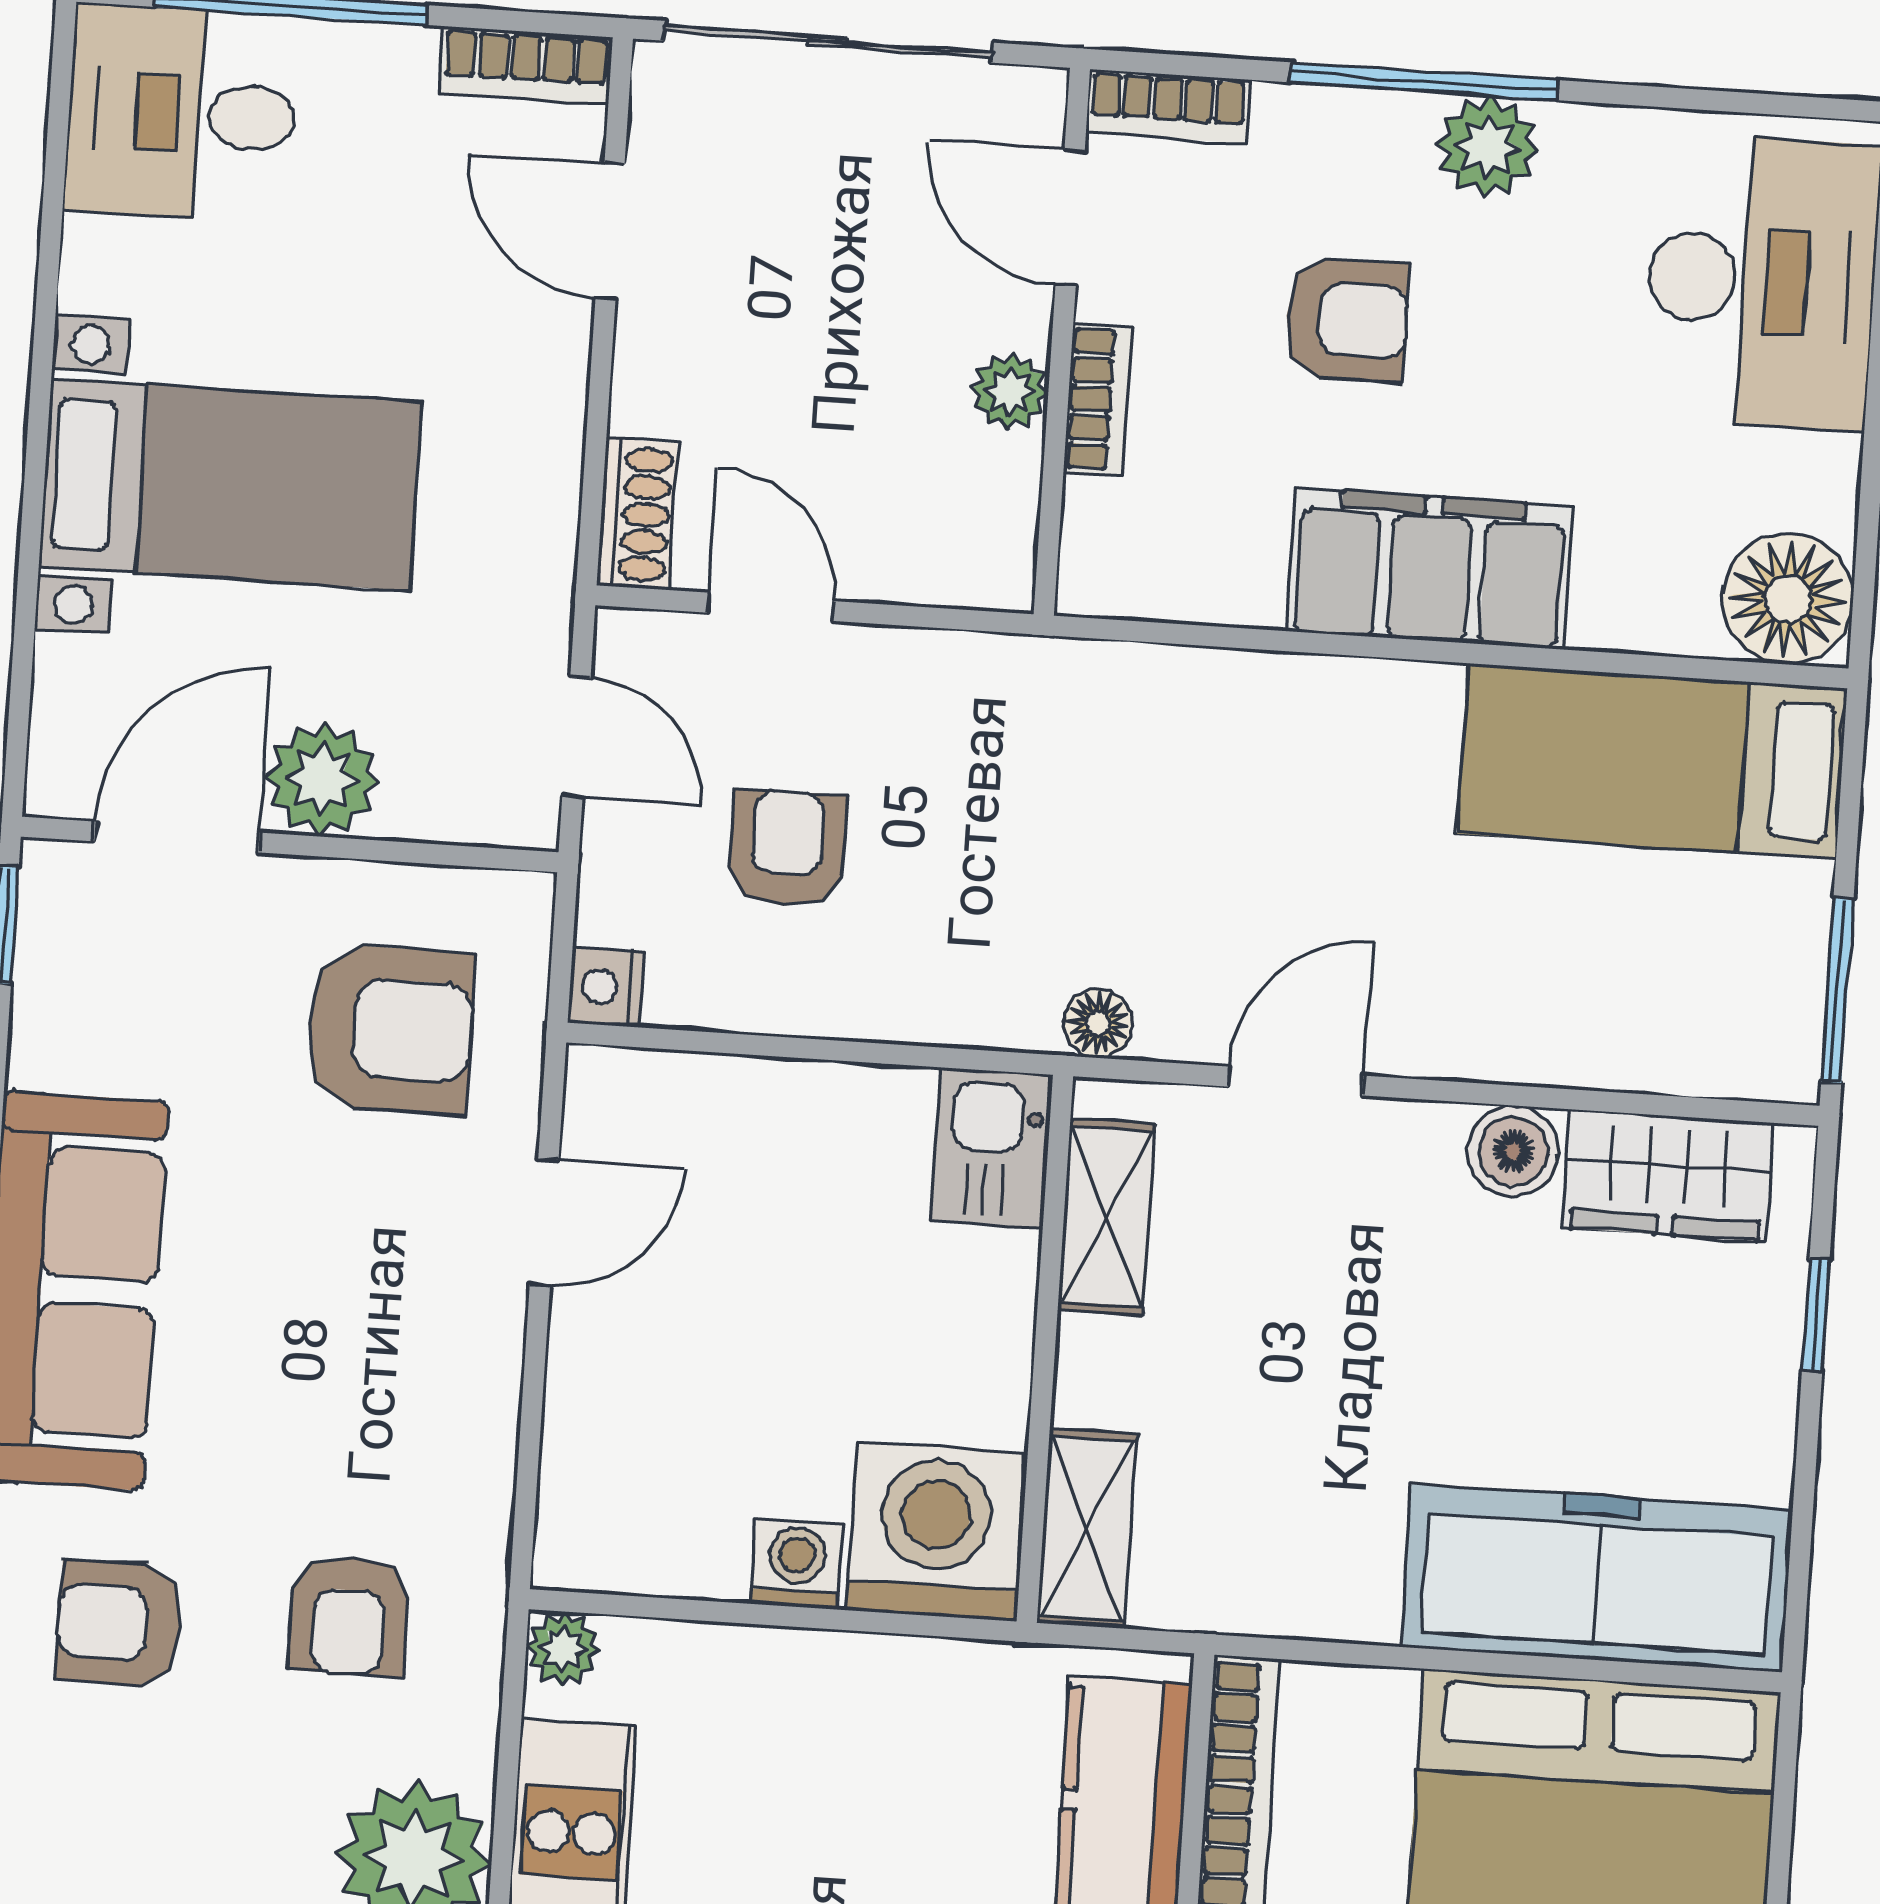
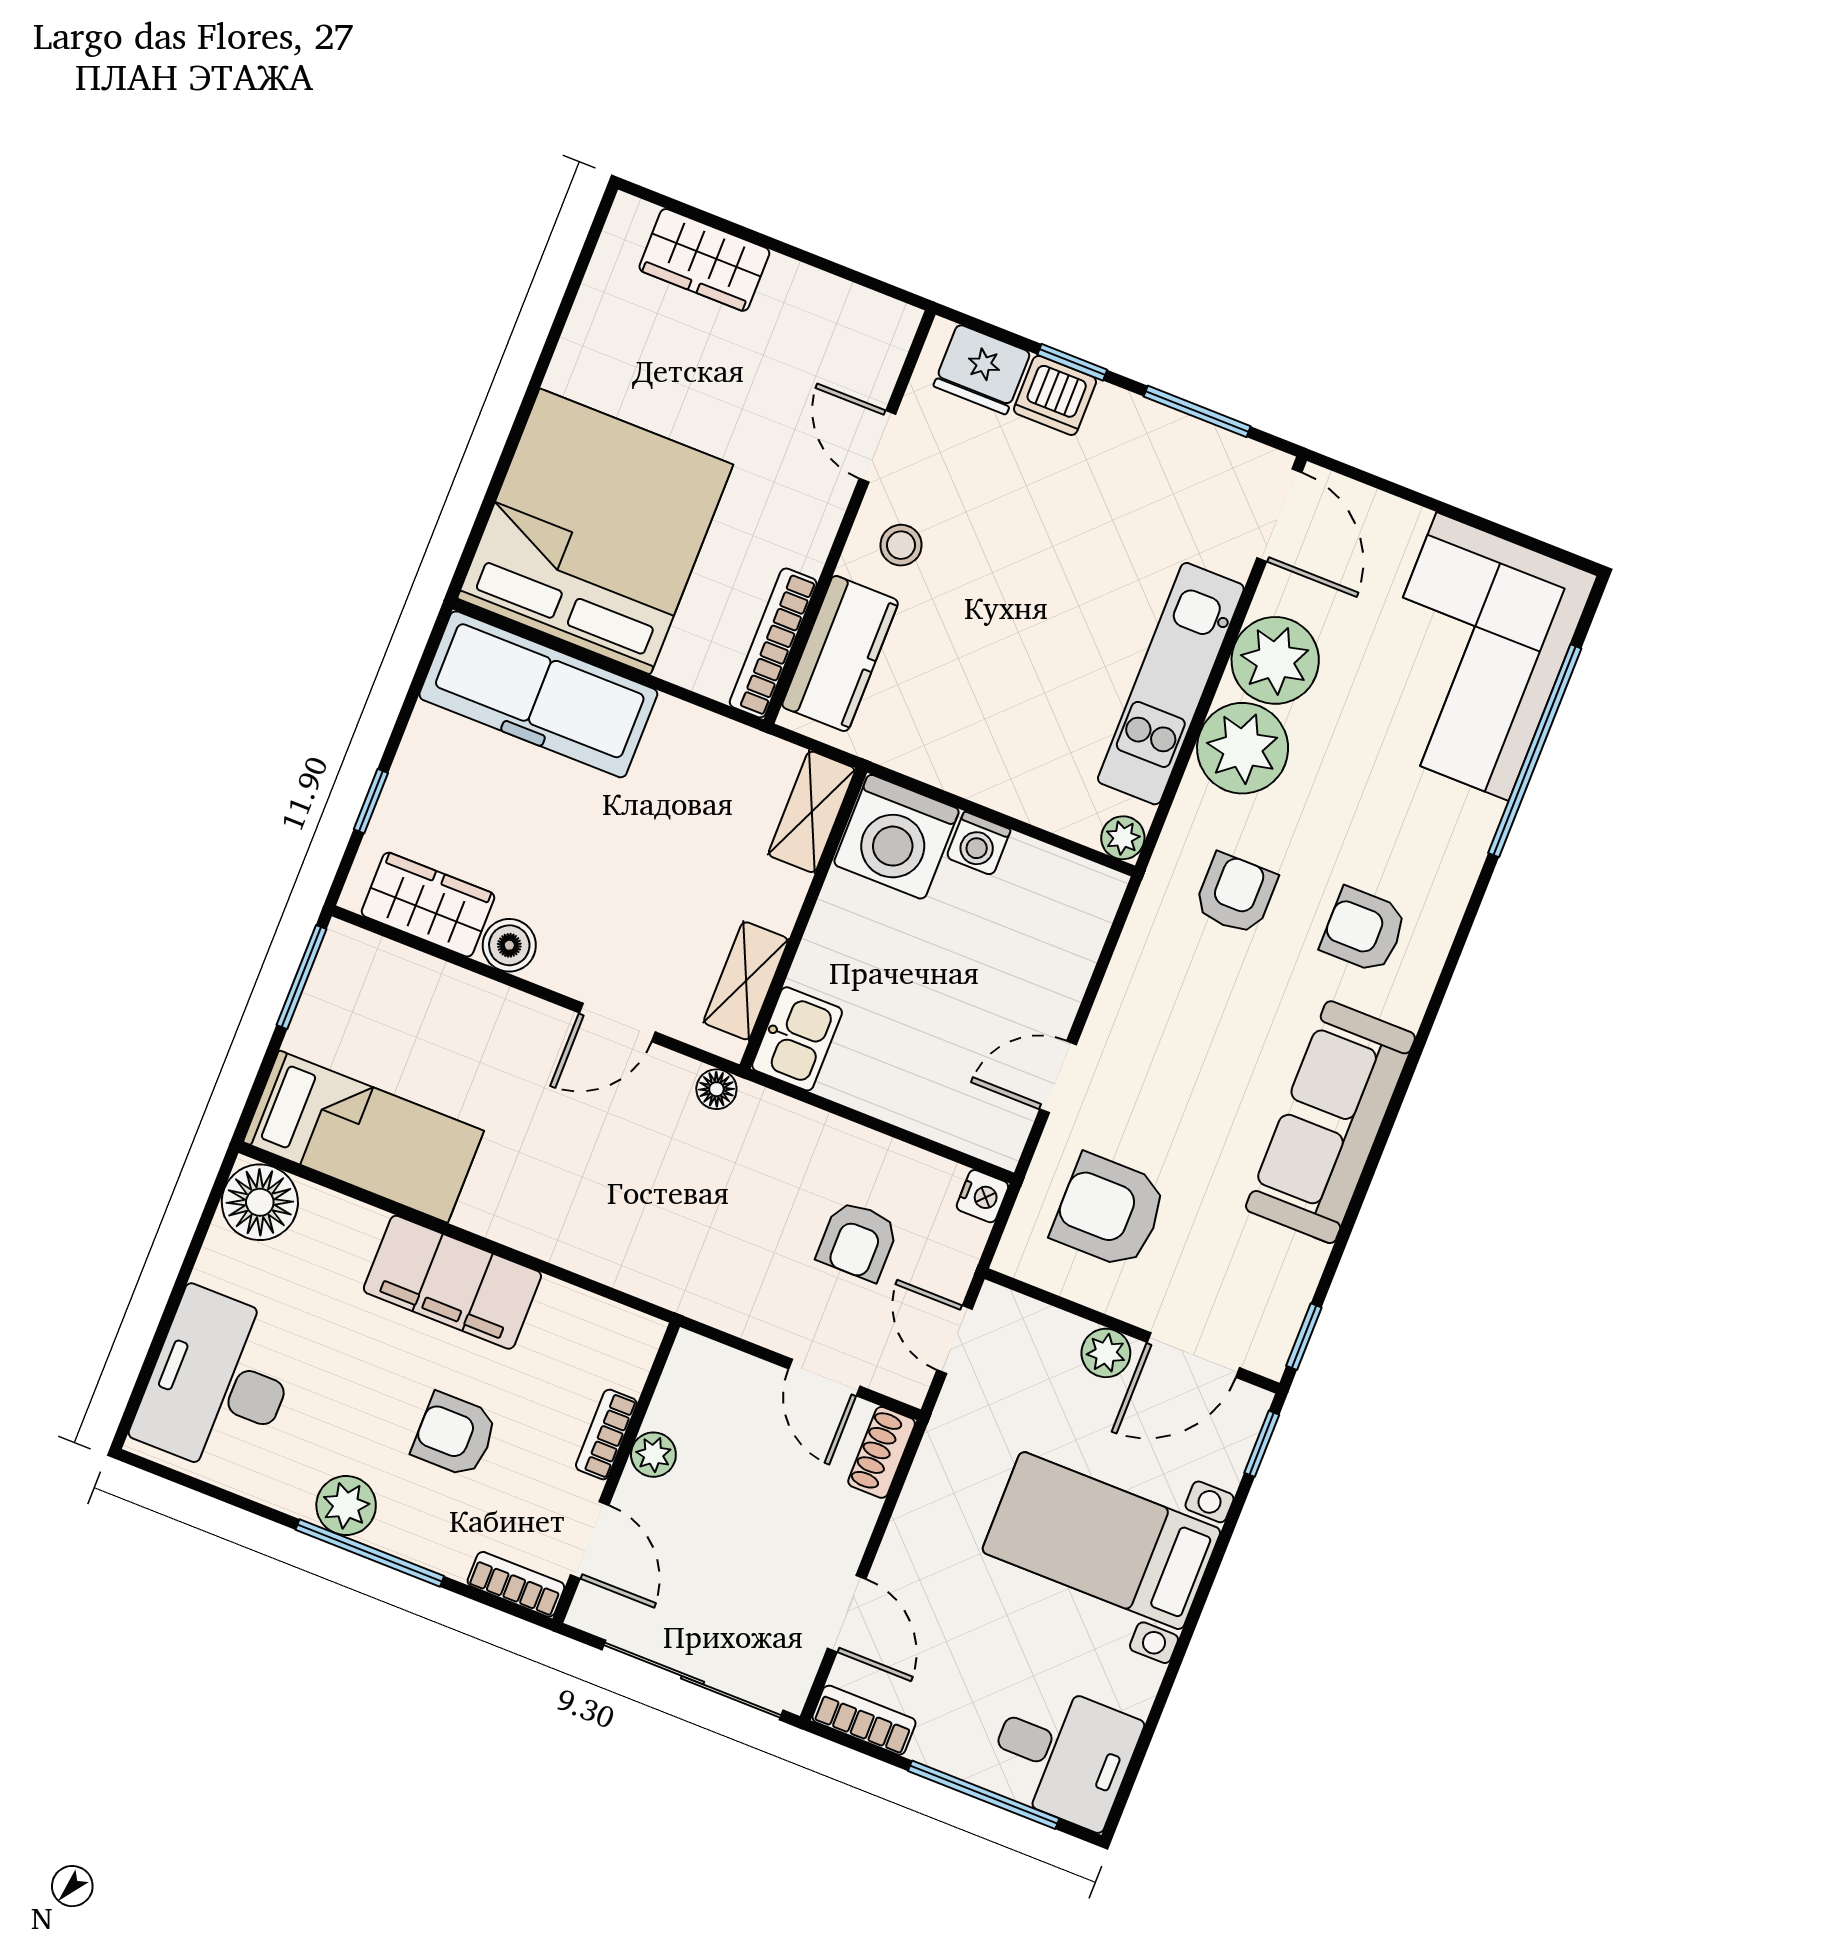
window: (18, 727) -> (1262, 1444), added
plant: (322, 779) -> (1106, 1353), width x0.73, depth x0.73
armchair: (120, 1623) -> (1364, 930), turned 180

